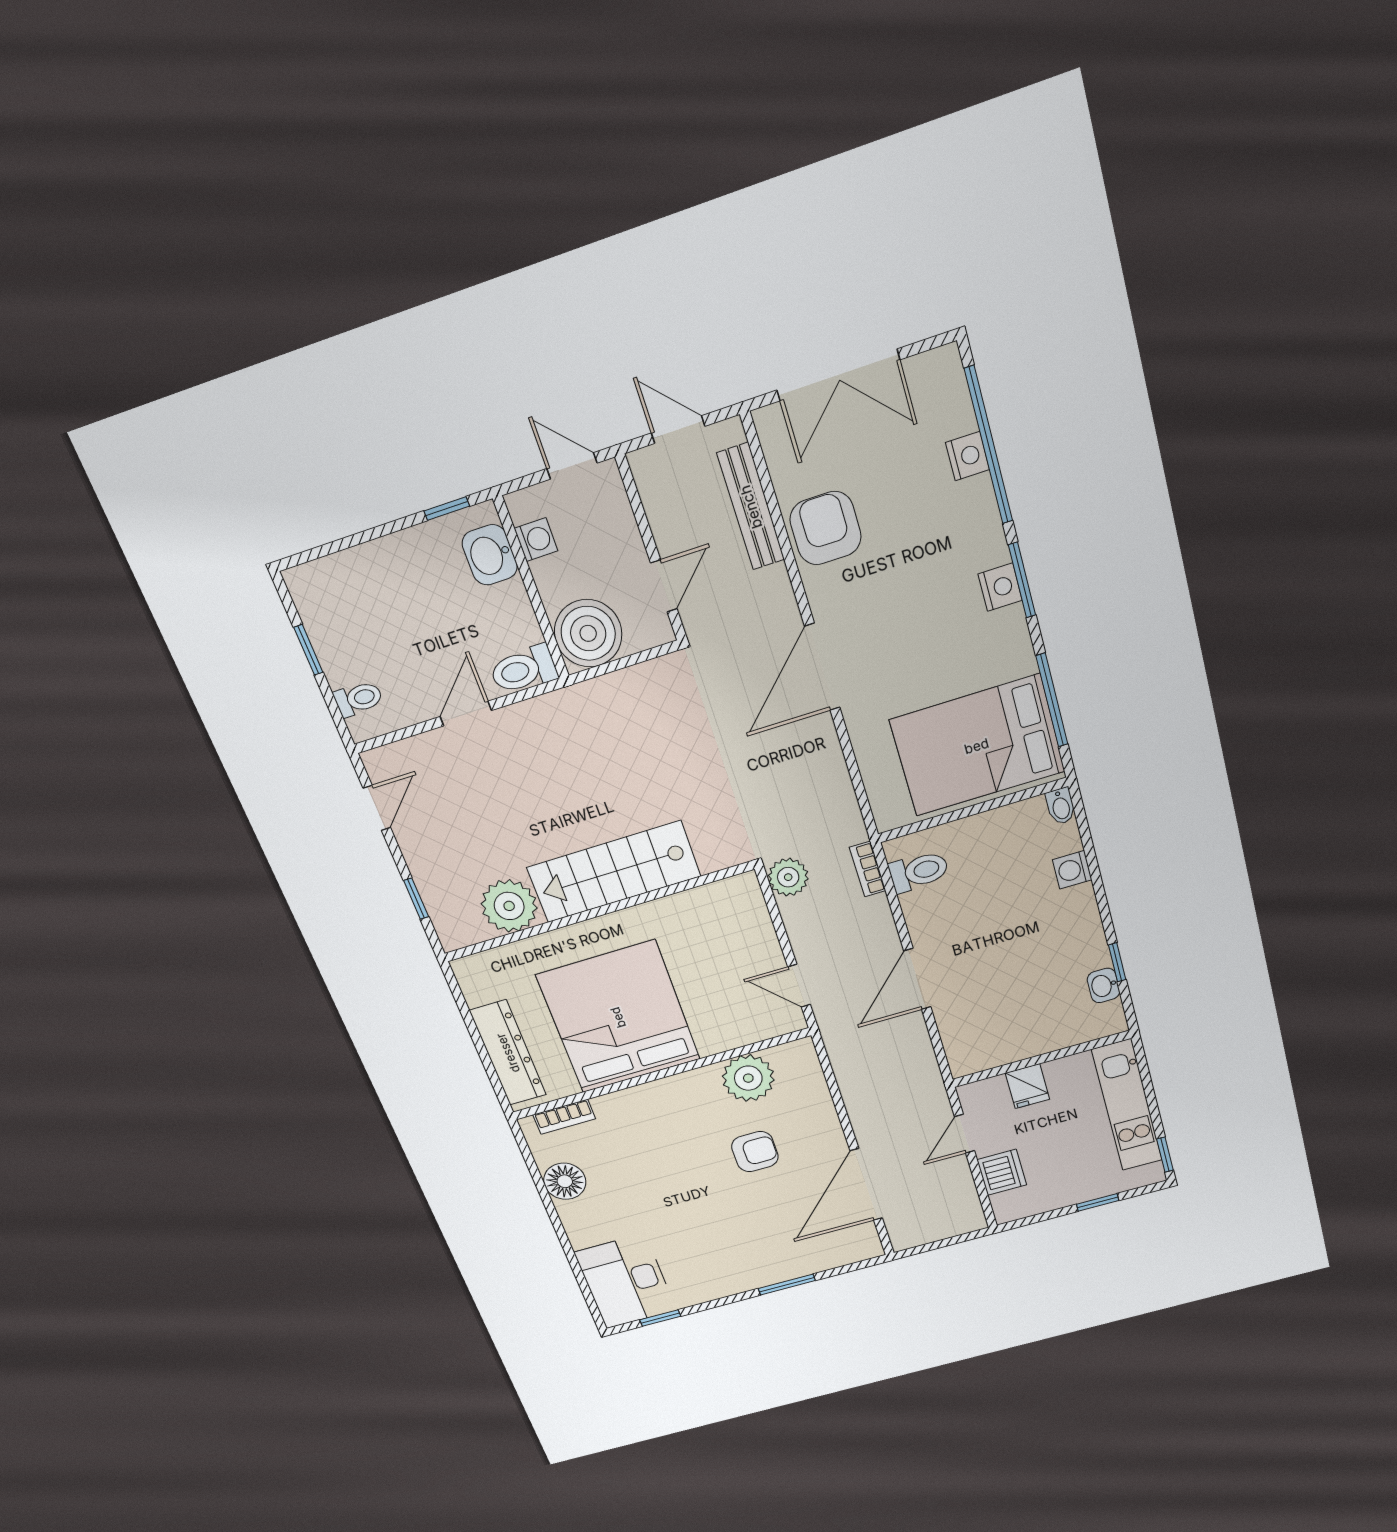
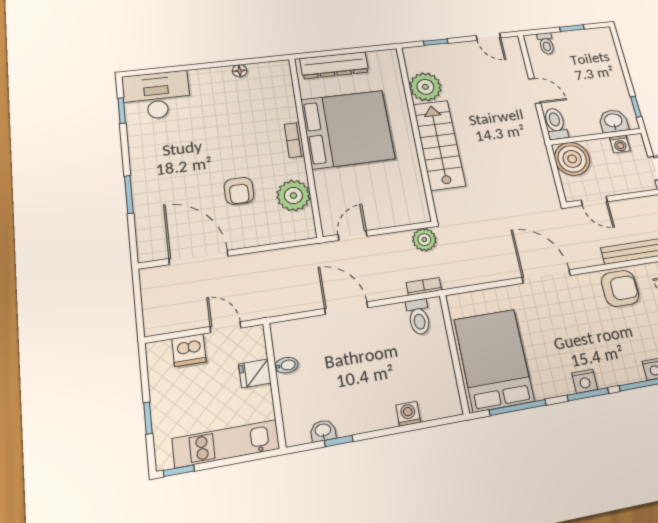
bidet: (1061, 806) -> (286, 365), moved, turned 180
bookcase: (564, 1117) -> (294, 140), moved
floor lamp: (565, 1181) -> (240, 71), width x0.53, depth x0.53

